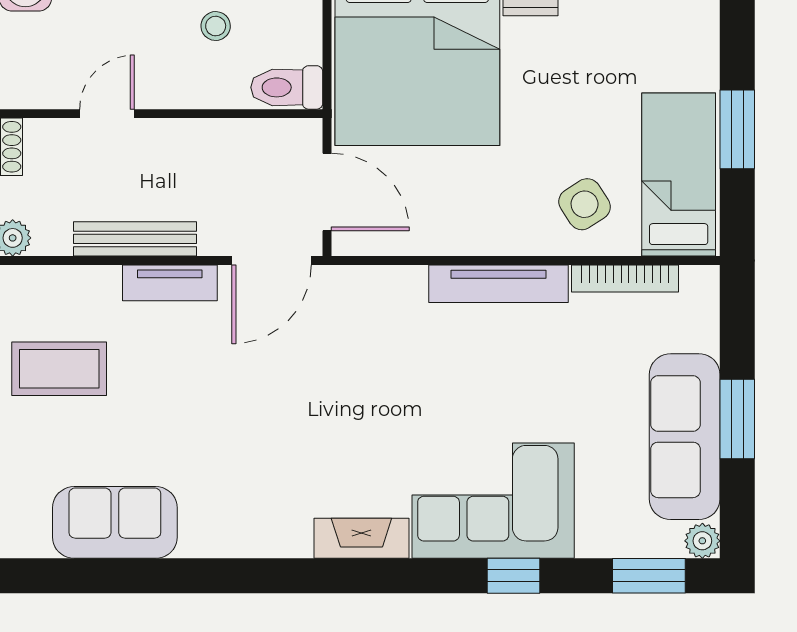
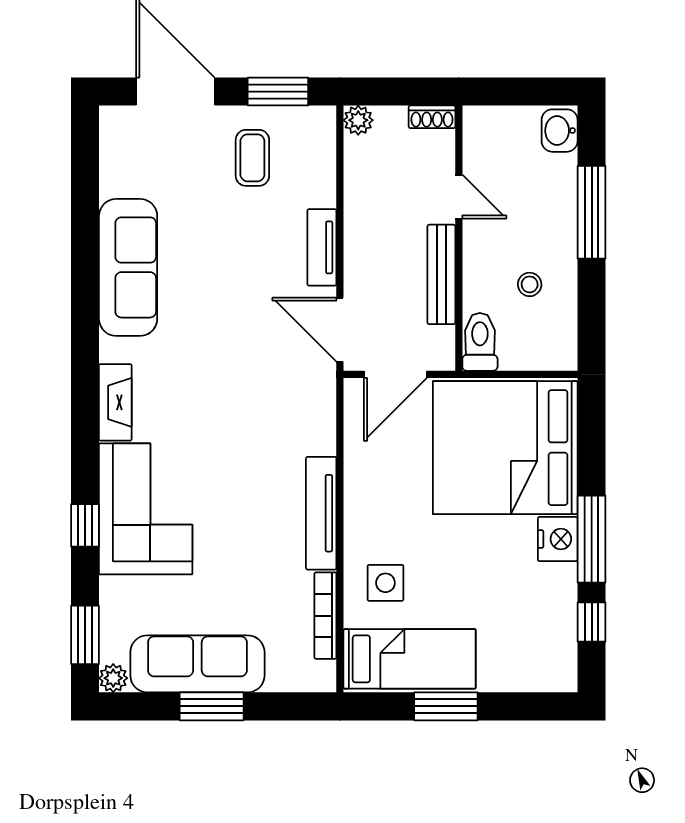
side table: (585, 204) -> (385, 583), turned 33
bench: (135, 239) -> (441, 274), moved
coffee table: (59, 369) -> (252, 158), width x0.73, depth x0.77
sofa: (115, 522) -> (128, 267), moved, width x1.36

